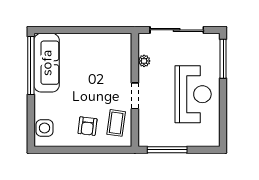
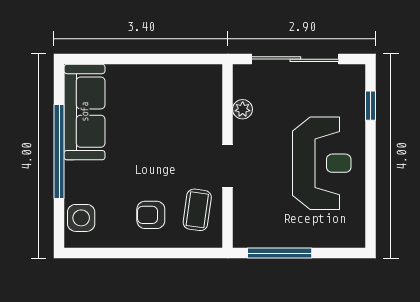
window: (223, 59) -> (371, 106), width x0.46
window: (31, 66) -> (59, 151), moved
armchair: (88, 126) -> (151, 215), turned 83

